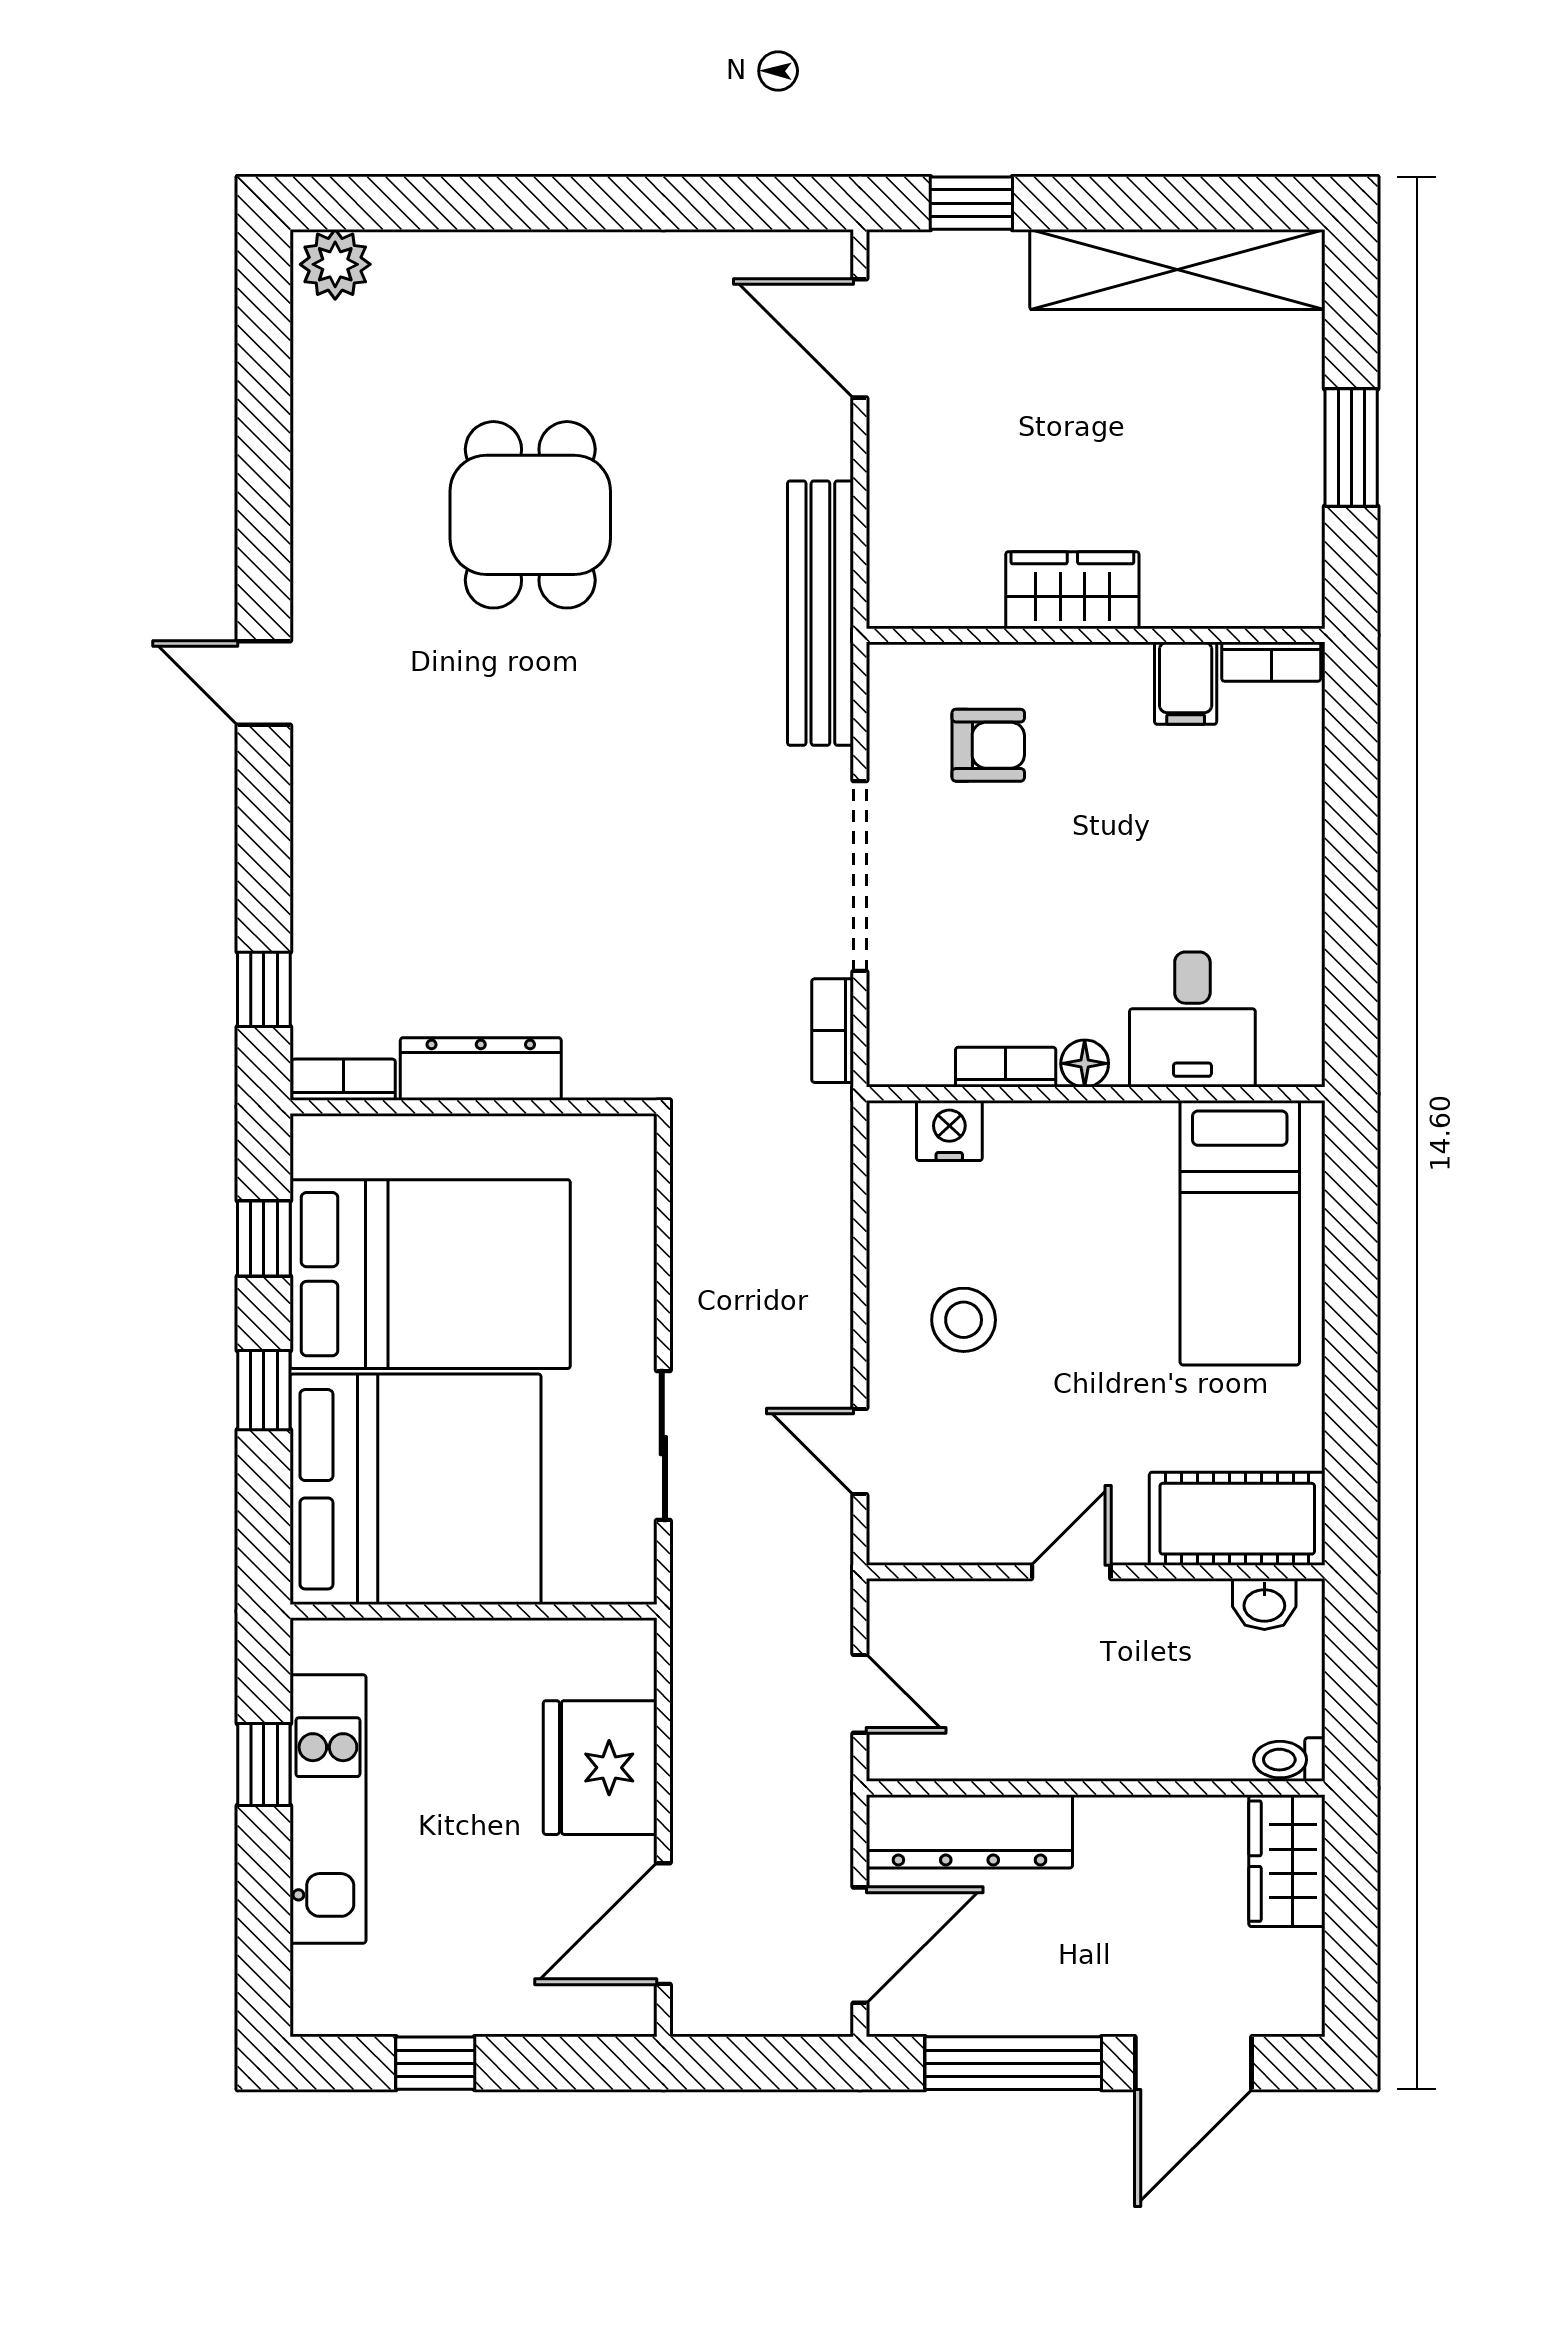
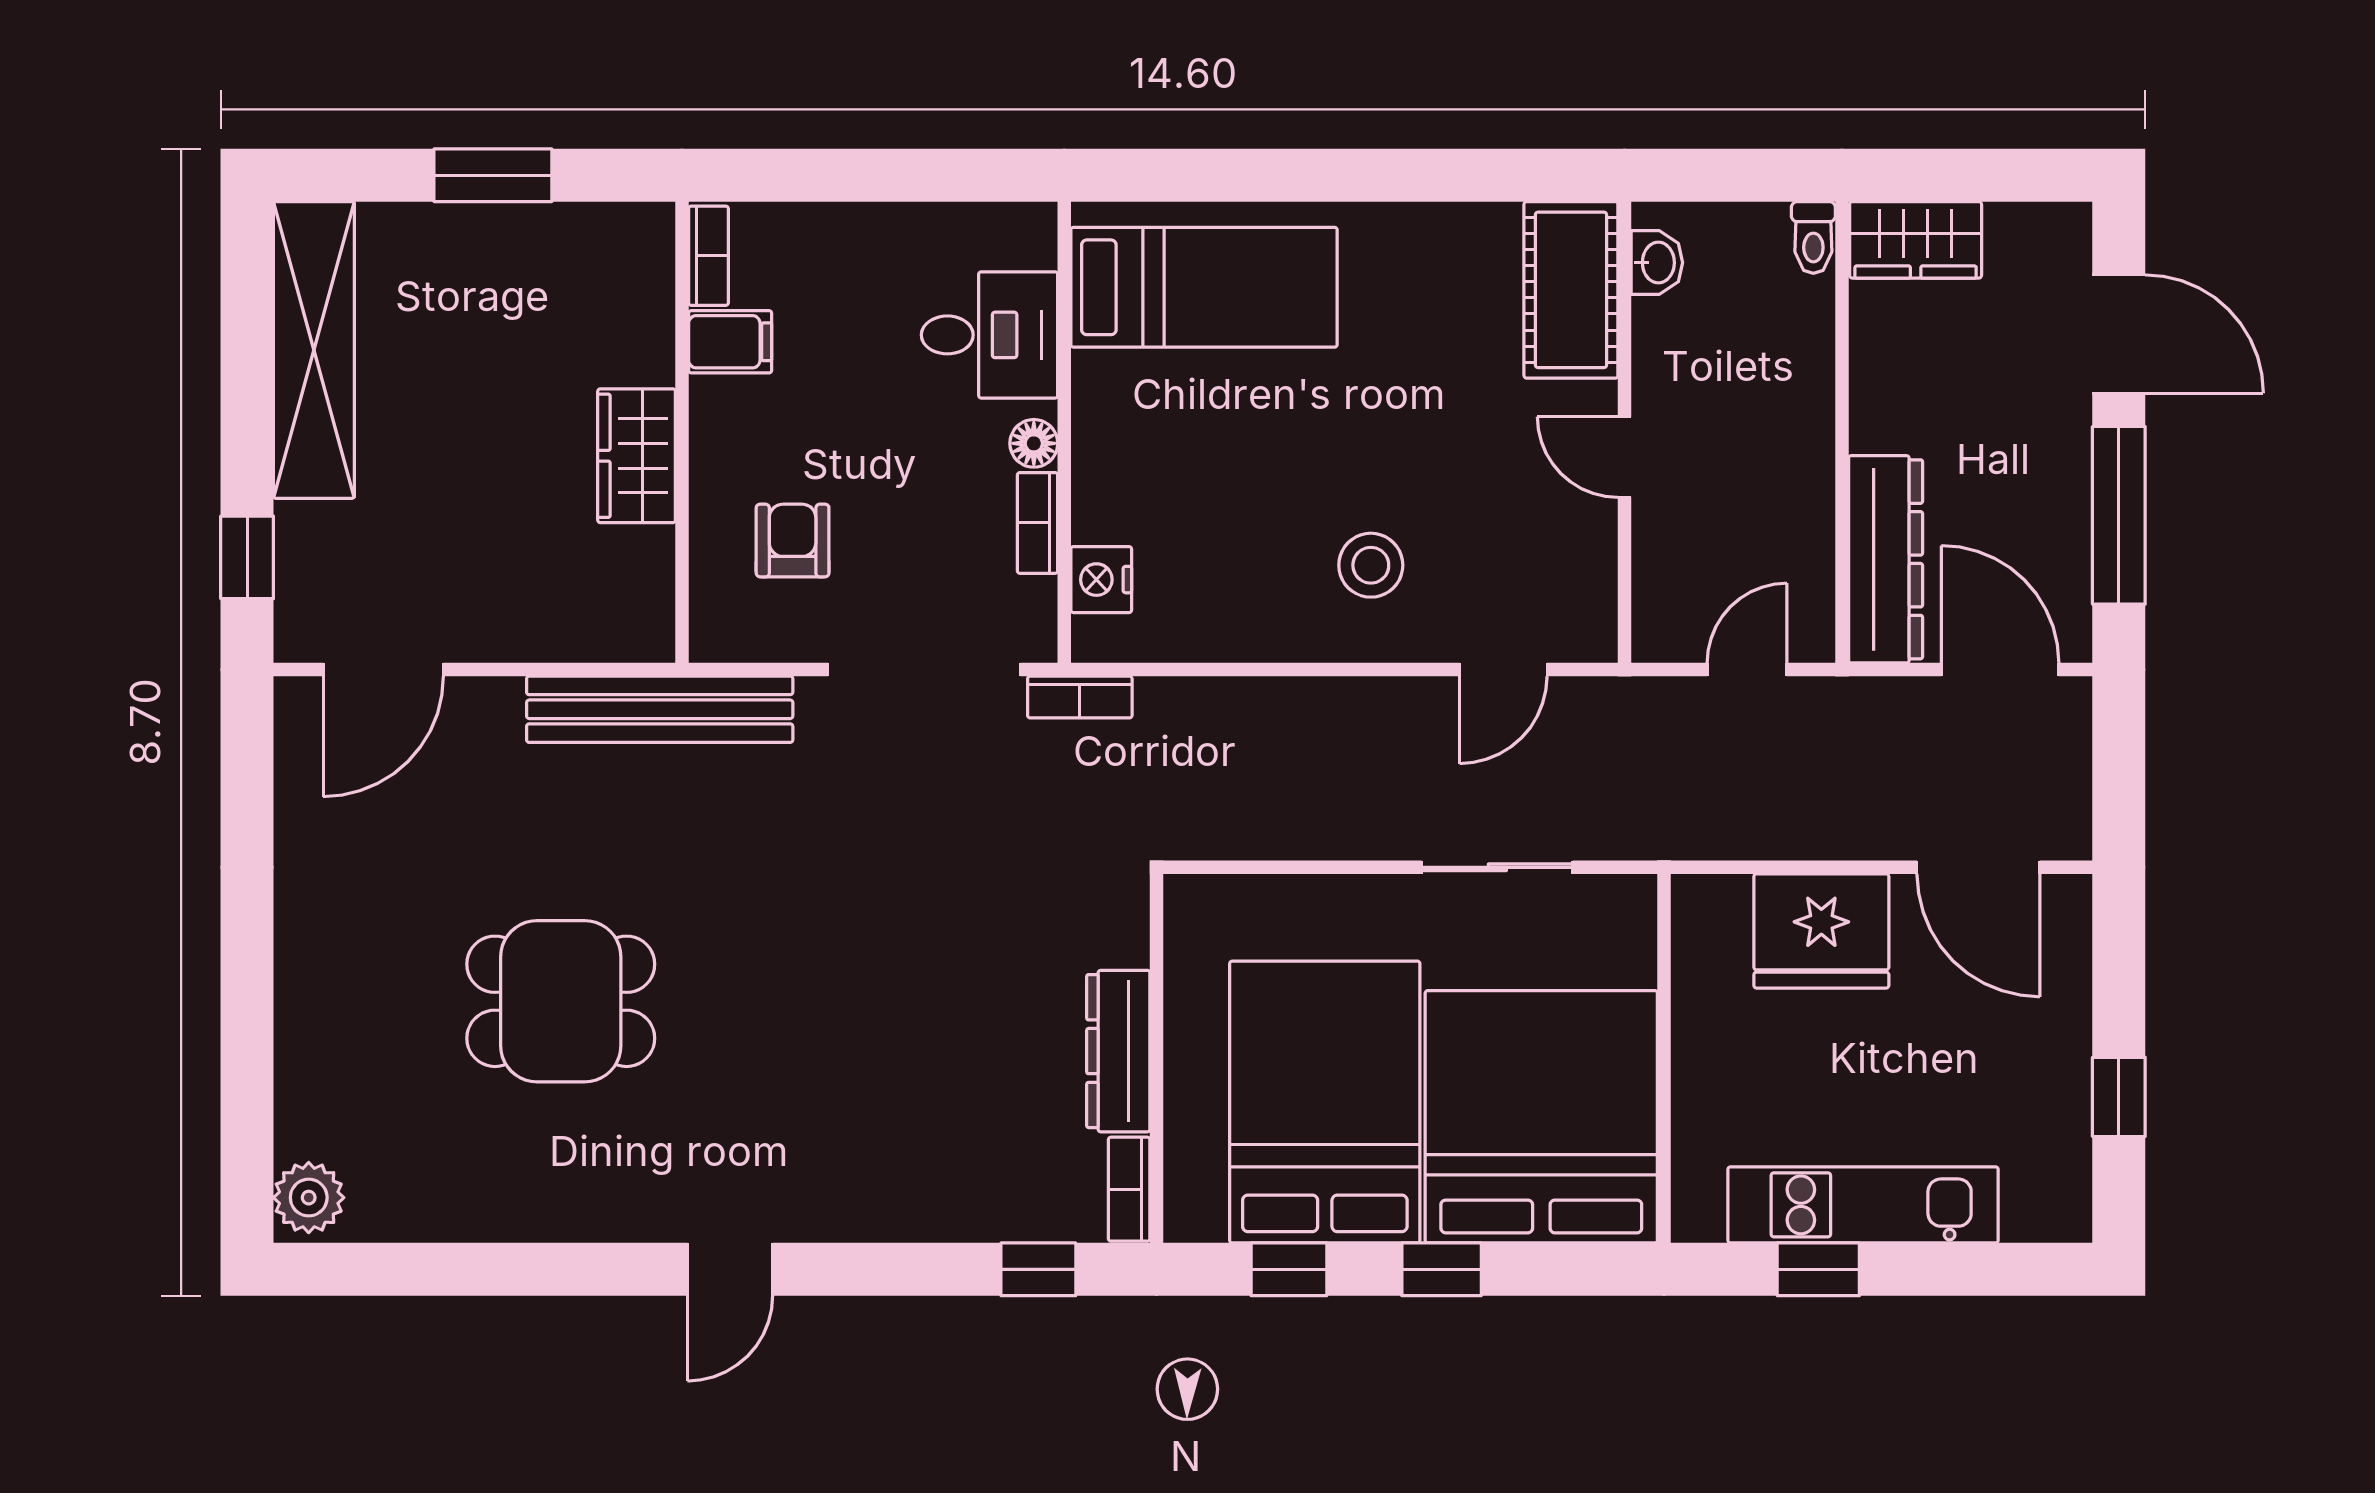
desk: (1192, 1020) -> (990, 335), moved
floor lamp: (1085, 1063) -> (1034, 443), moved
bookcase: (1006, 1067) -> (1038, 523), moved
wall: (1096, 1094) -> (1064, 432), moved
nightstand: (949, 1131) -> (1101, 580), moved
bed: (1240, 1233) -> (1204, 287), moved

